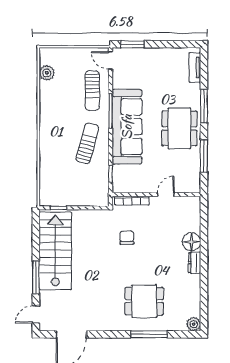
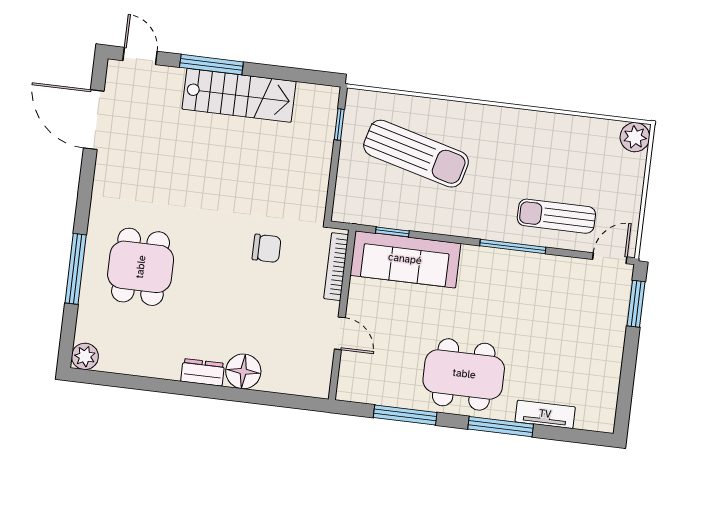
tv unit: (195, 67) -> (545, 414), moved
plant: (47, 73) -> (635, 137), moved
sofa: (127, 127) -> (405, 259), moved, width x0.74, depth x0.79
sun lounger: (87, 143) -> (416, 154), moved, width x1.36, depth x1.34
stairs: (55, 251) -> (239, 95), width x0.73, depth x0.66

